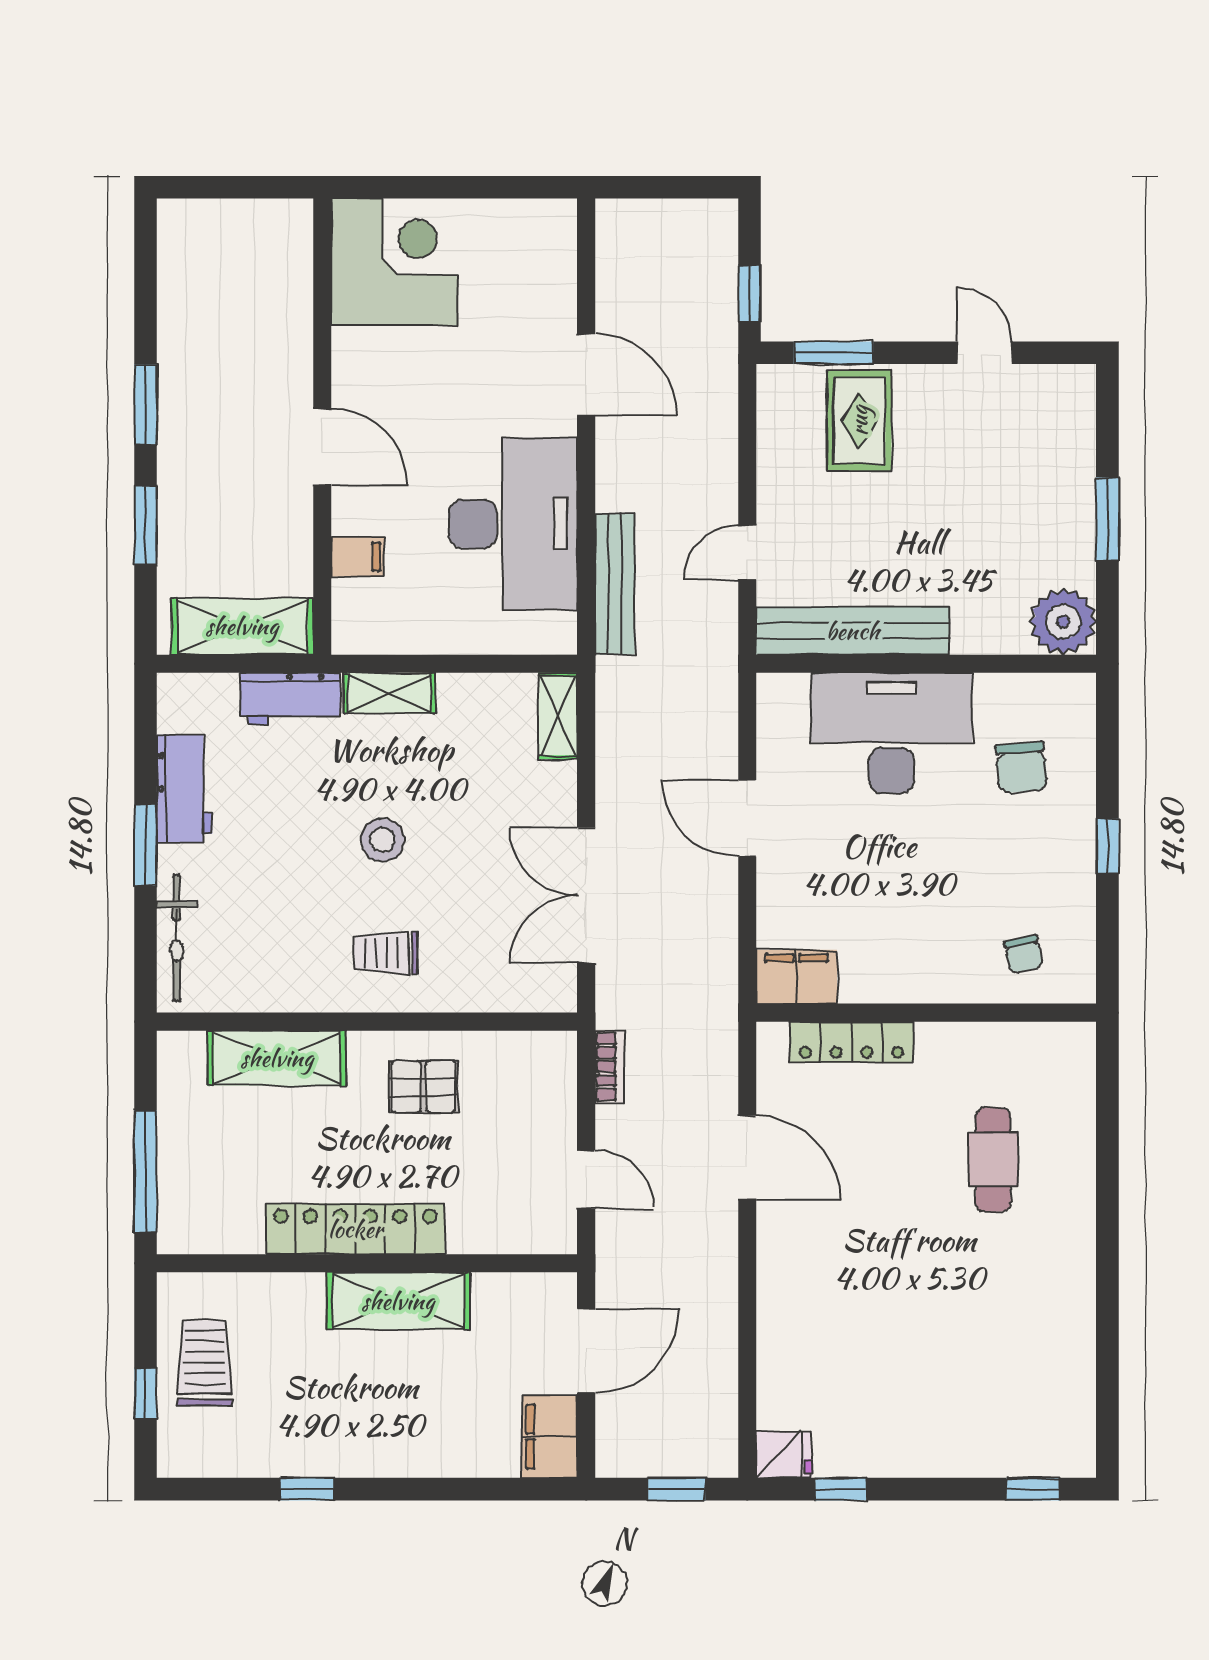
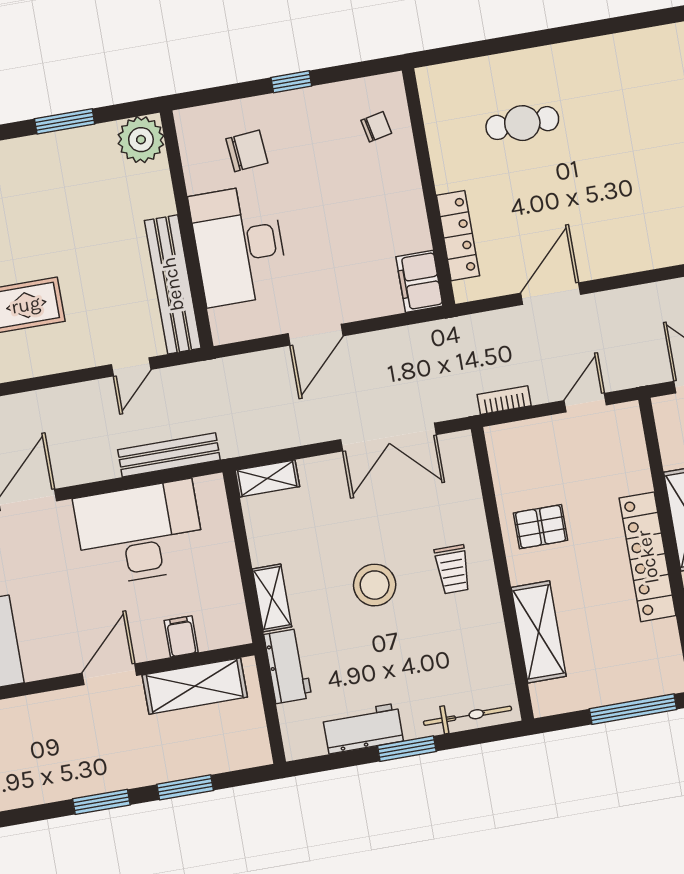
door: (747, 552) -> (131, 367), hinge flipped
shelving: (242, 626) -> (195, 686), moved, turned 90
stool: (382, 840) -> (375, 585), width x1.38, depth x1.38
pallet: (424, 1087) -> (541, 527), turned 90

